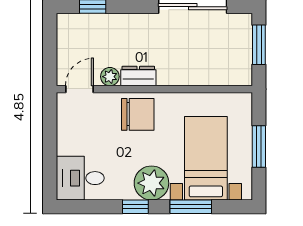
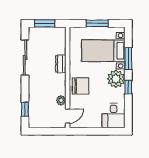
dresser: (138, 76) -> (61, 64), moved
door: (79, 89) -> (68, 116), swing flipped
chair: (138, 114) -> (81, 86), turned 90

